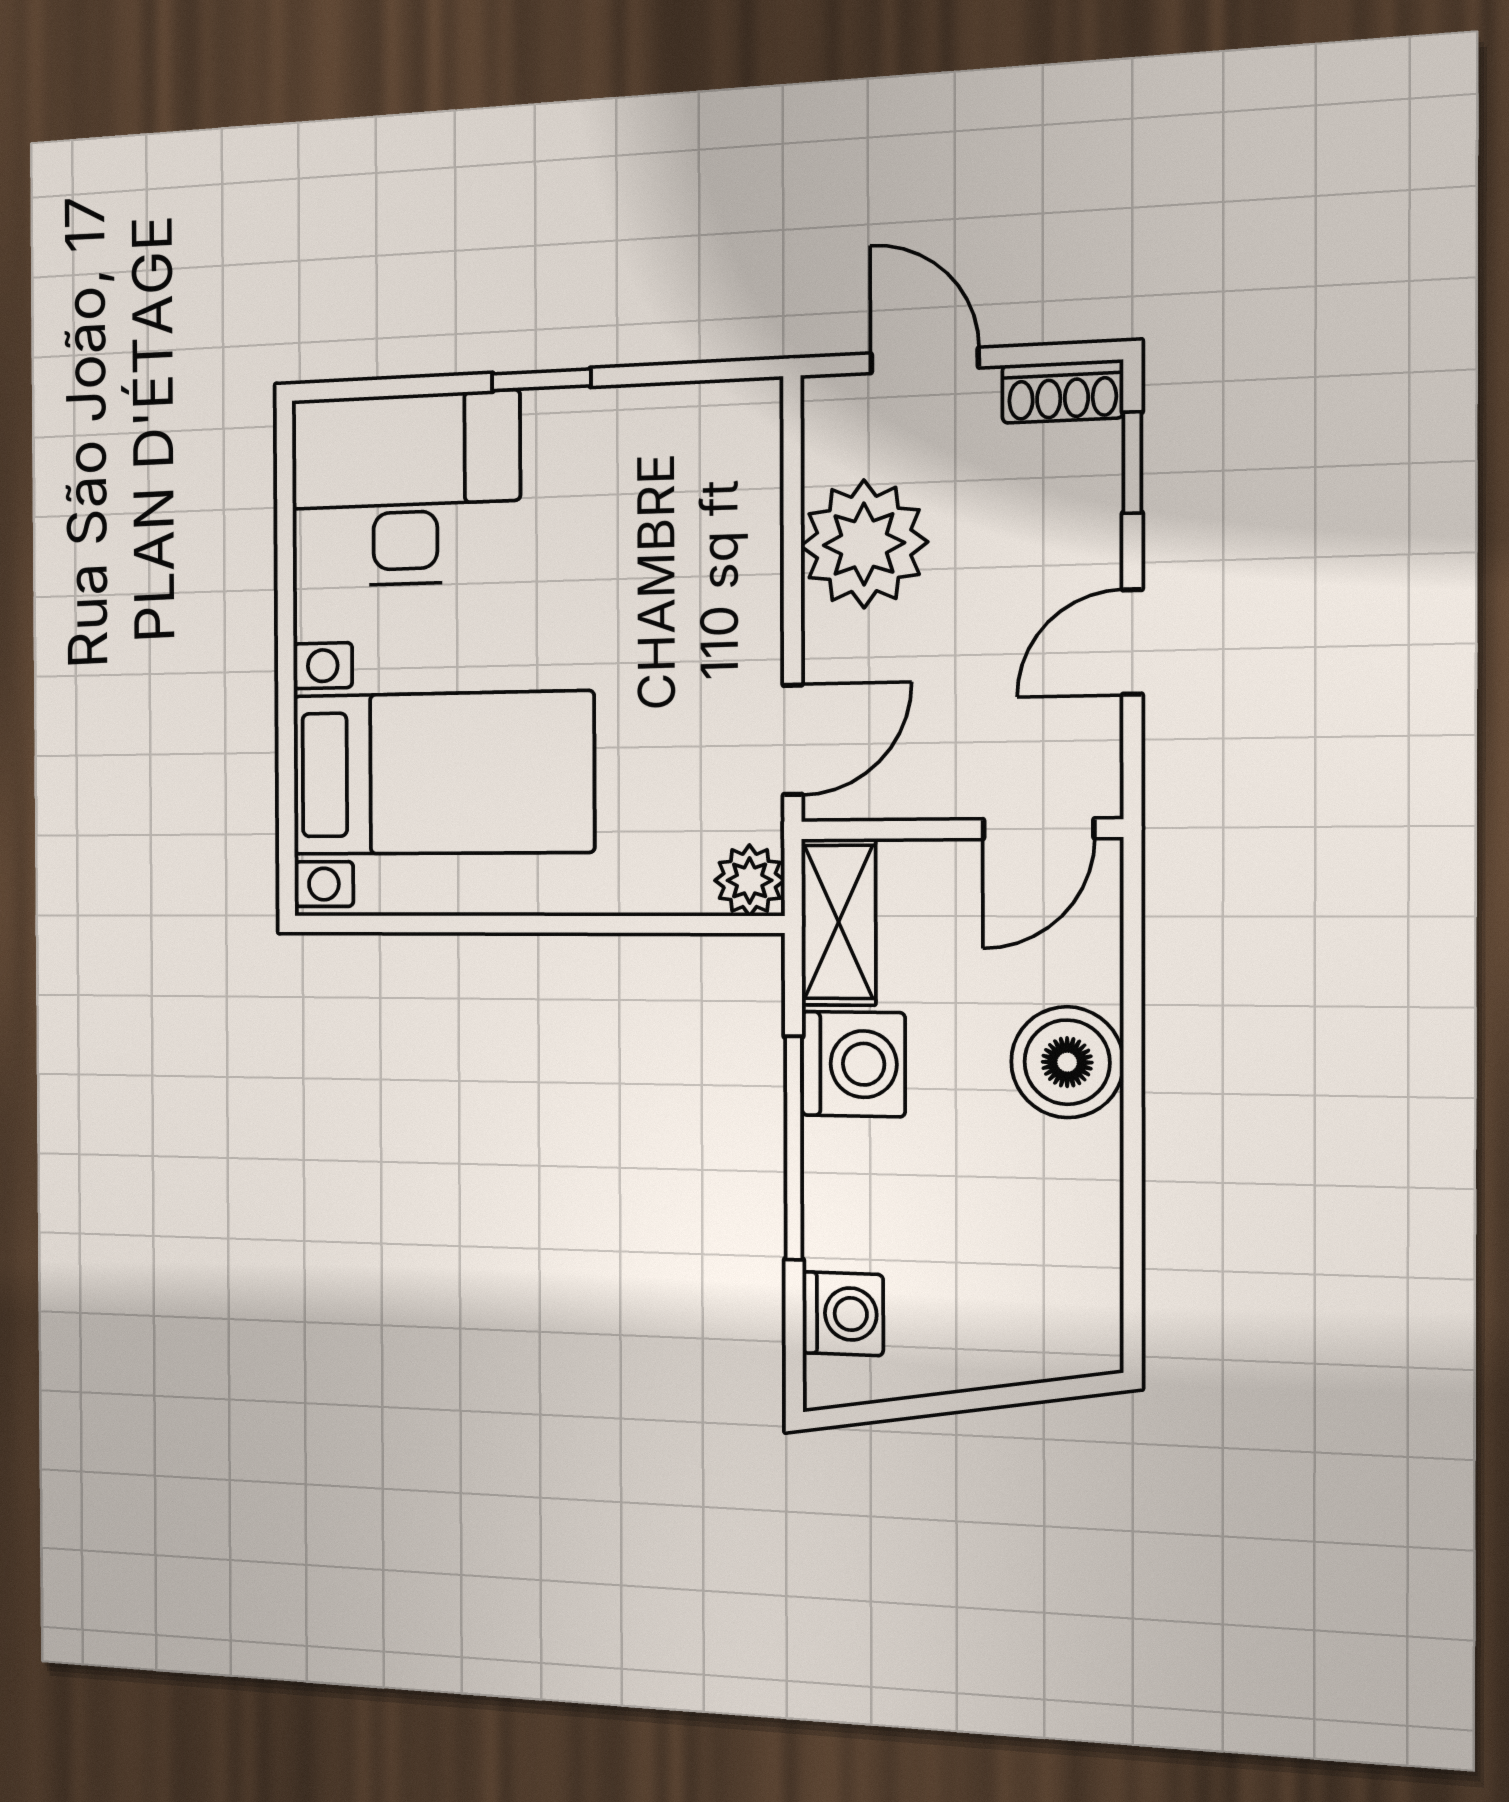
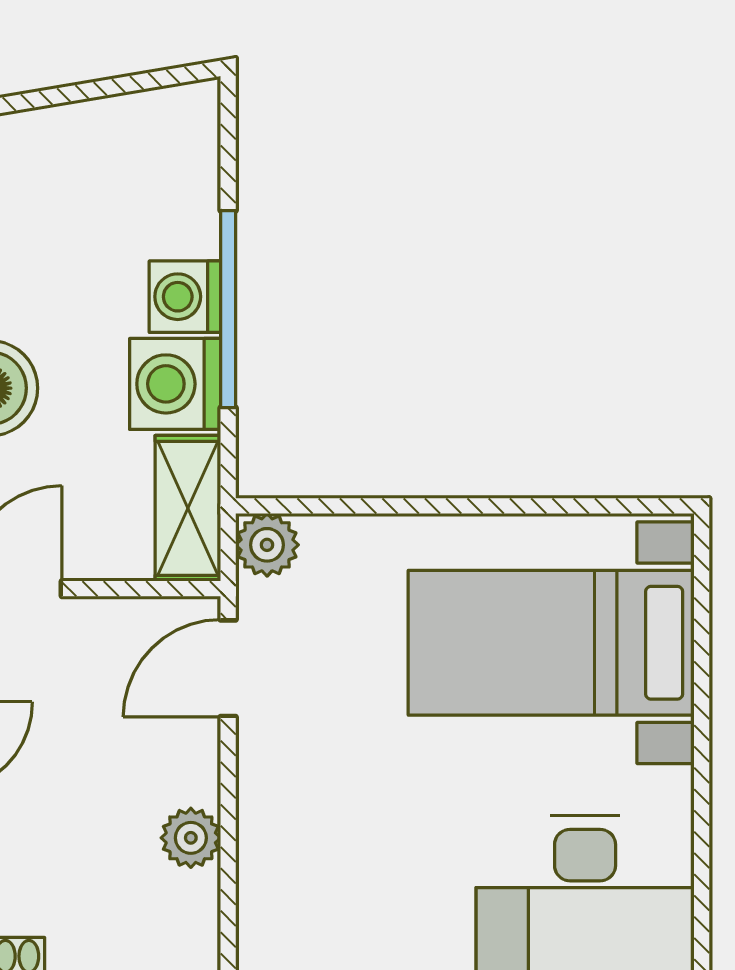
plant: (864, 544) -> (191, 838), width x0.53, depth x0.53
washing machine: (843, 1314) -> (185, 297), moved

